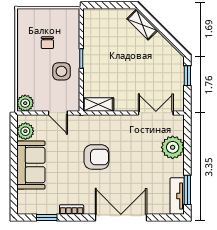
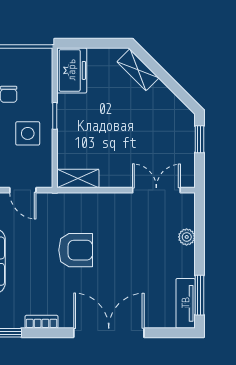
freezer: (94, 25) -> (72, 70), added
plant: (173, 147) -> (187, 237), width x0.53, depth x0.53

